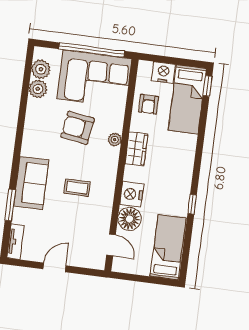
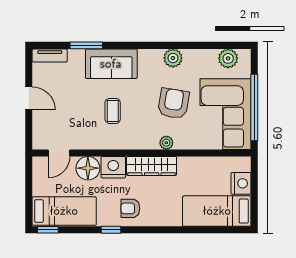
window: (207, 86) -> (48, 230), moved
plant: (38, 89) -> (173, 58), moved
armchair: (148, 104) -> (130, 208), moved
wardrobe: (136, 149) -> (152, 166), width x1.50

